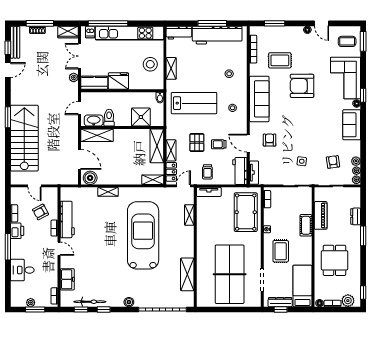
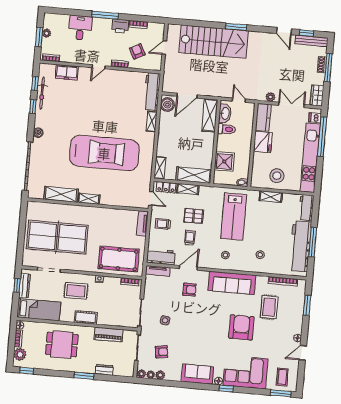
shelving: (189, 215) -> (89, 199), moved
workbench: (67, 219) -> (152, 92), moved, turned 90
cot: (306, 225) -> (86, 317), moved

